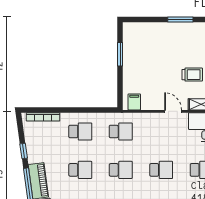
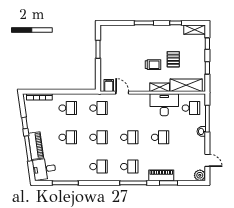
door: (173, 111) -> (122, 93), moved

